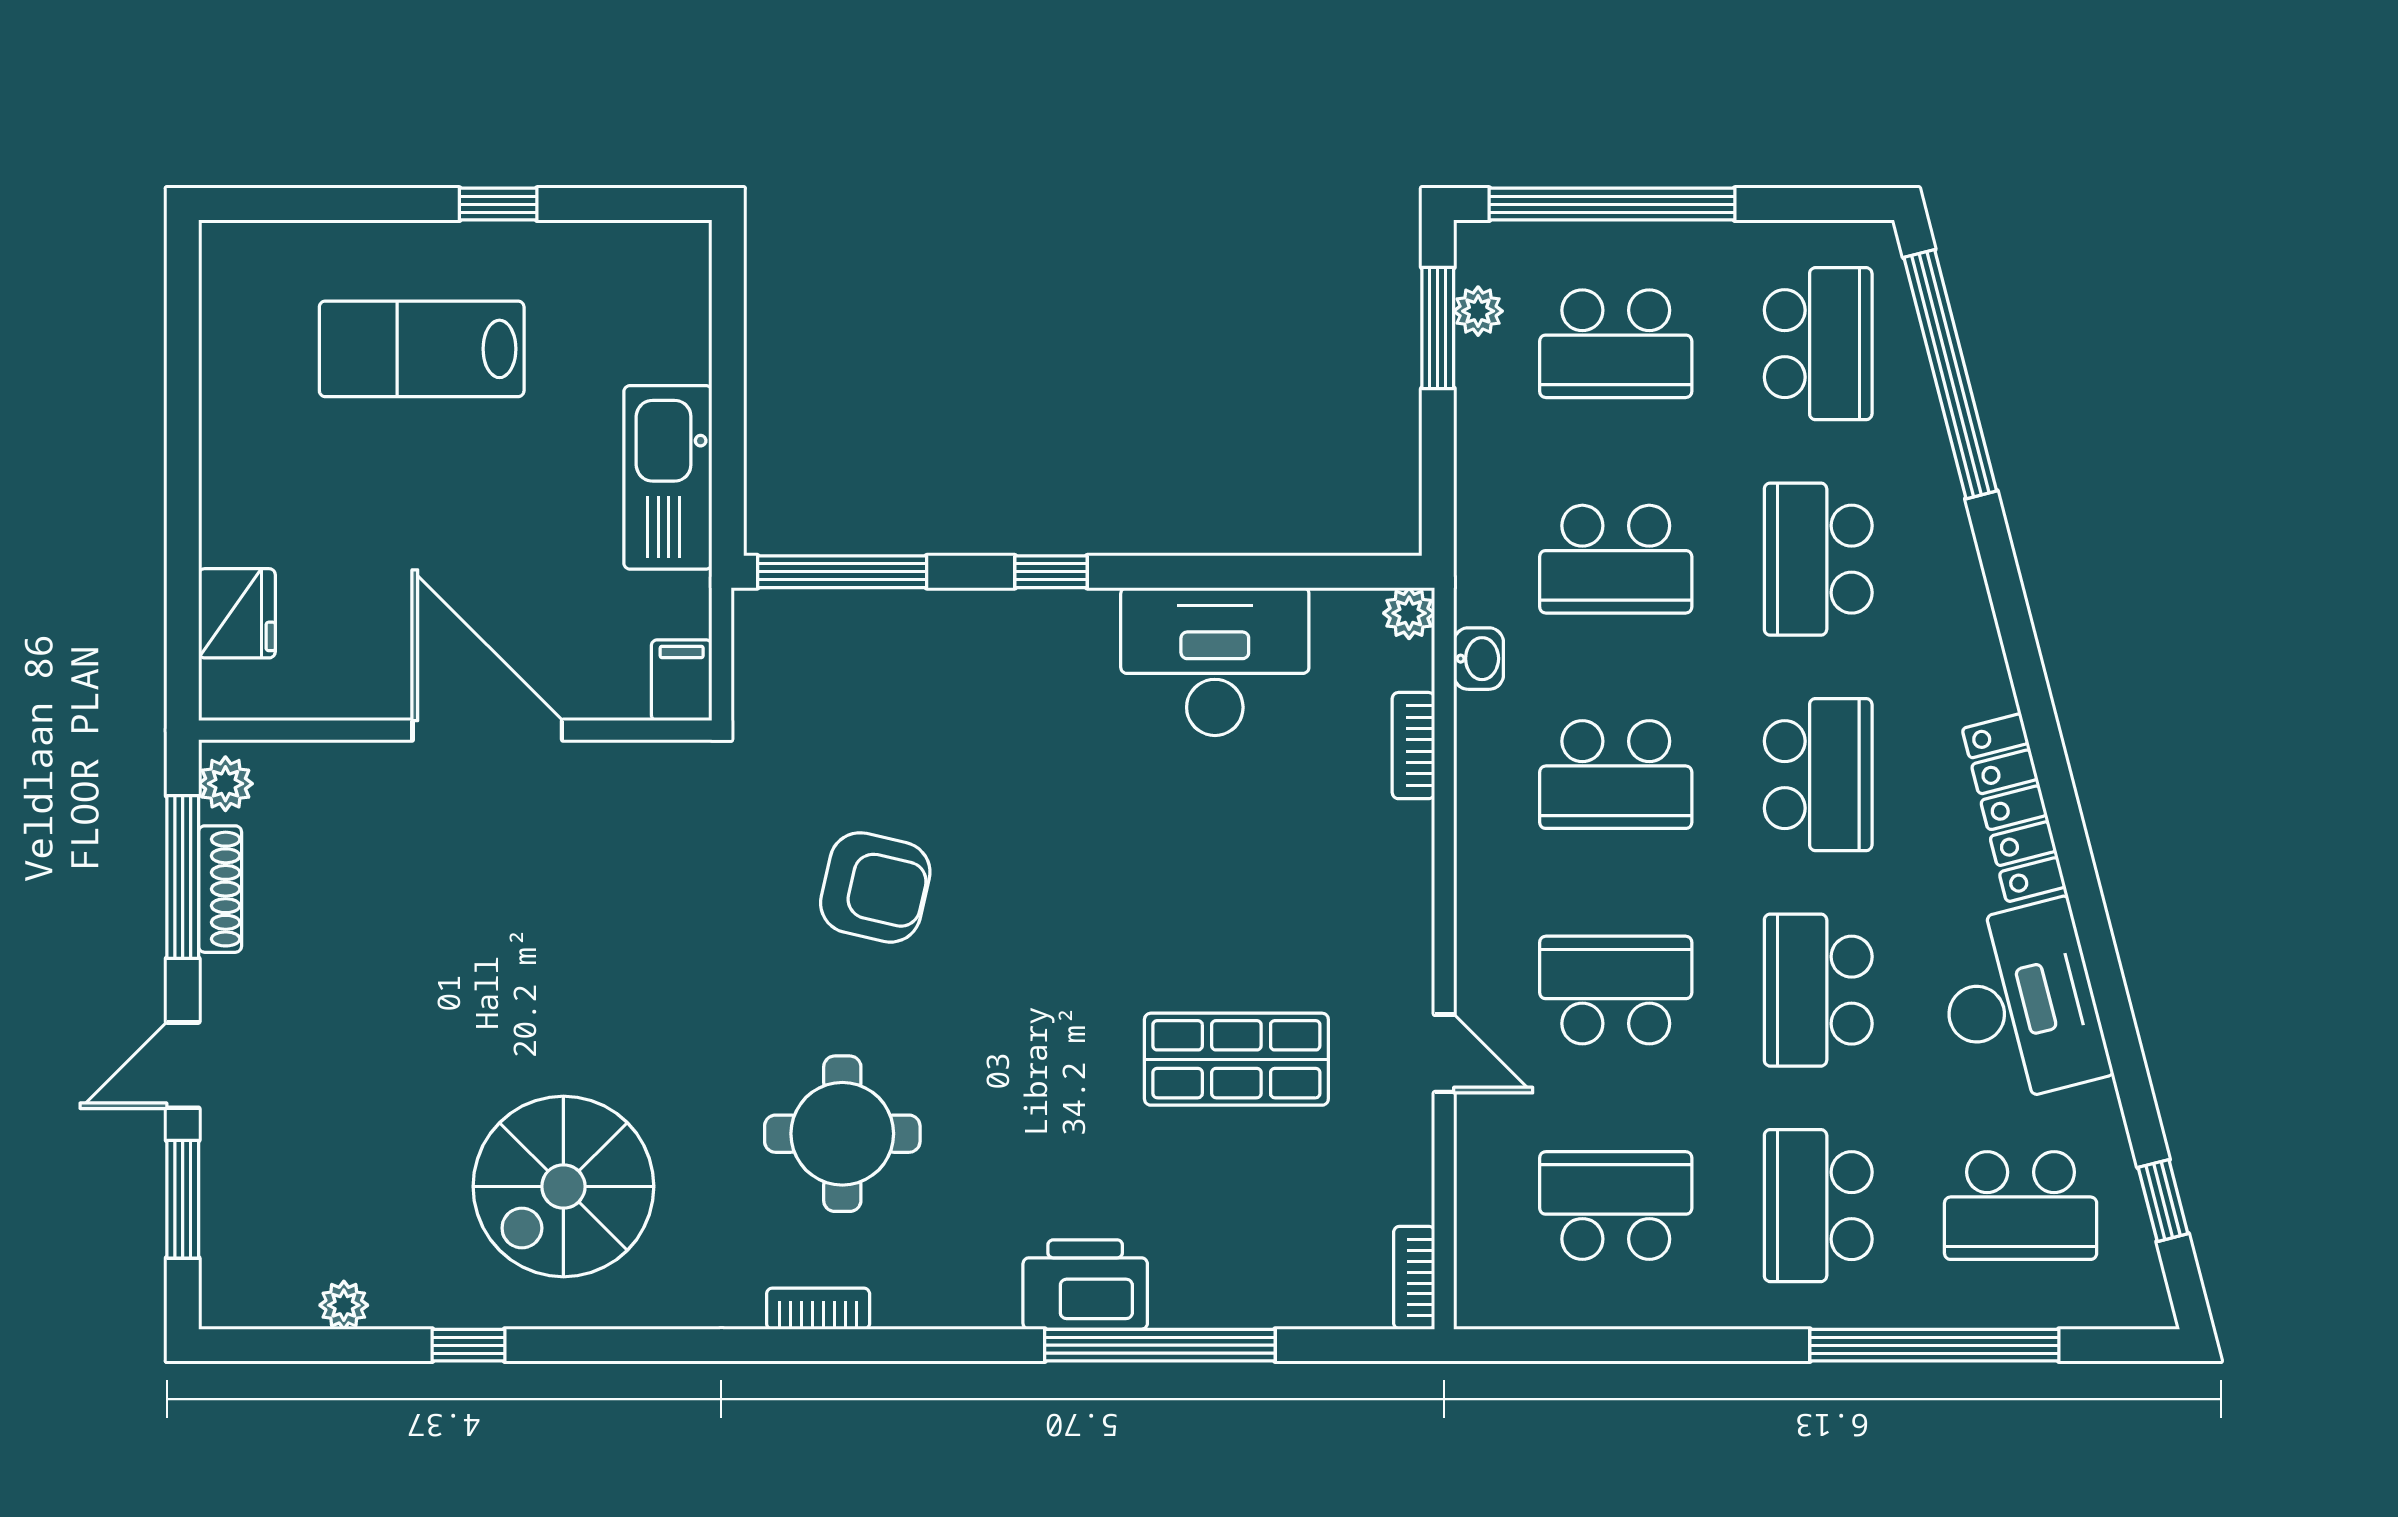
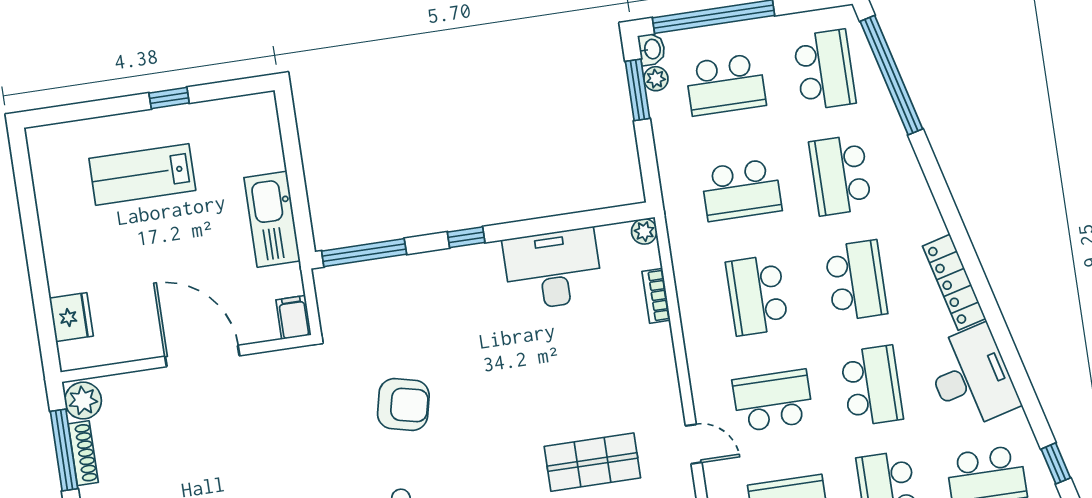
washbasin: (1479, 659) -> (652, 49), moved
school desk: (1616, 775) -> (757, 295), turned 90
plant: (225, 784) -> (83, 401), width x1.38, depth x1.38
school desk: (1818, 990) -> (872, 386), turned 180

